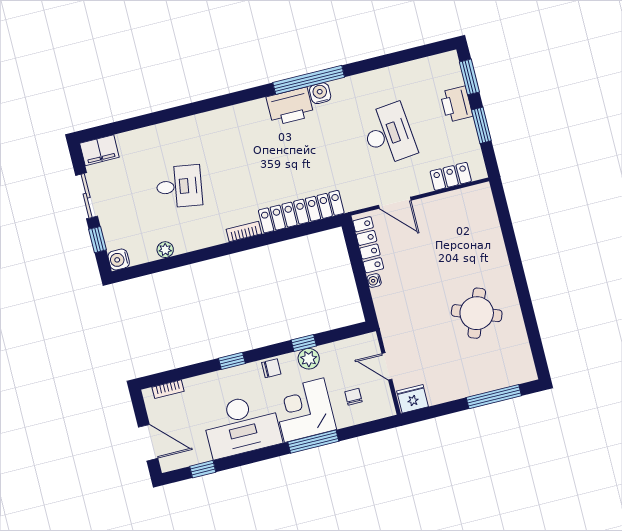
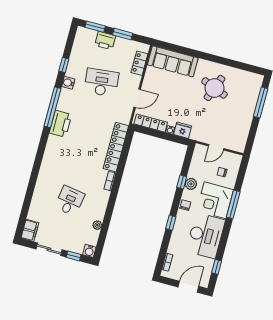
window: (383, 61) -> (64, 65), added
water cooler: (320, 93) -> (68, 83), moved
sofa: (482, 226) -> (173, 61), added
fridge: (413, 399) -> (183, 130), moved, turned 90

